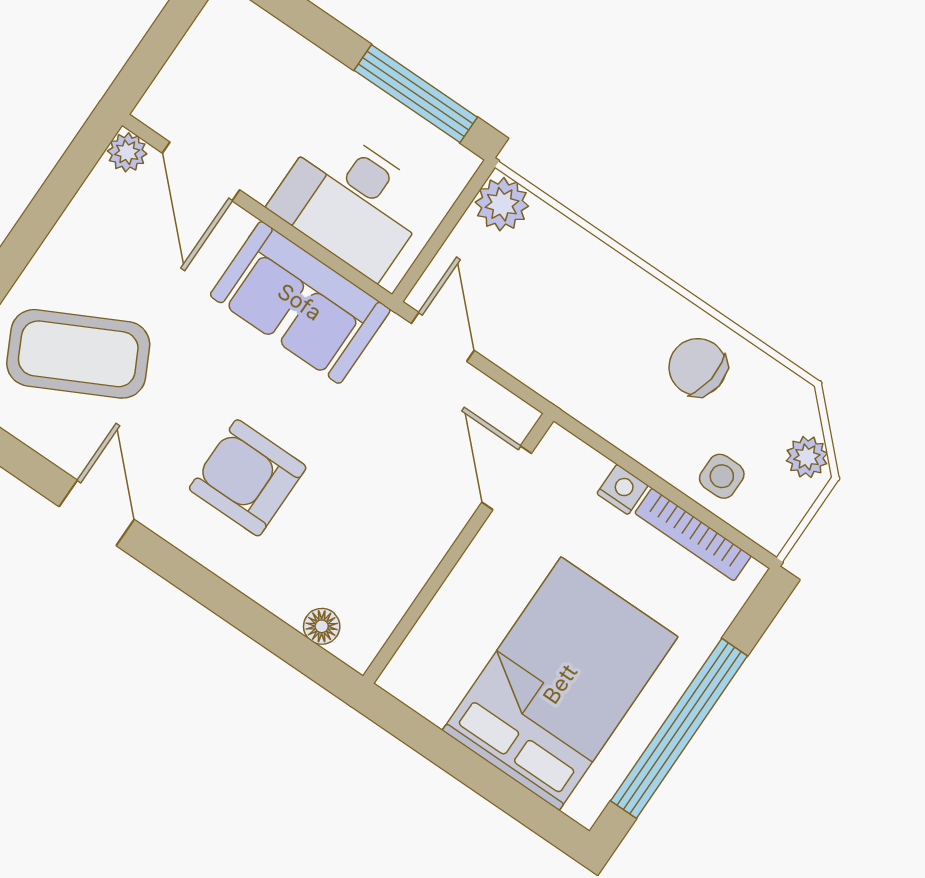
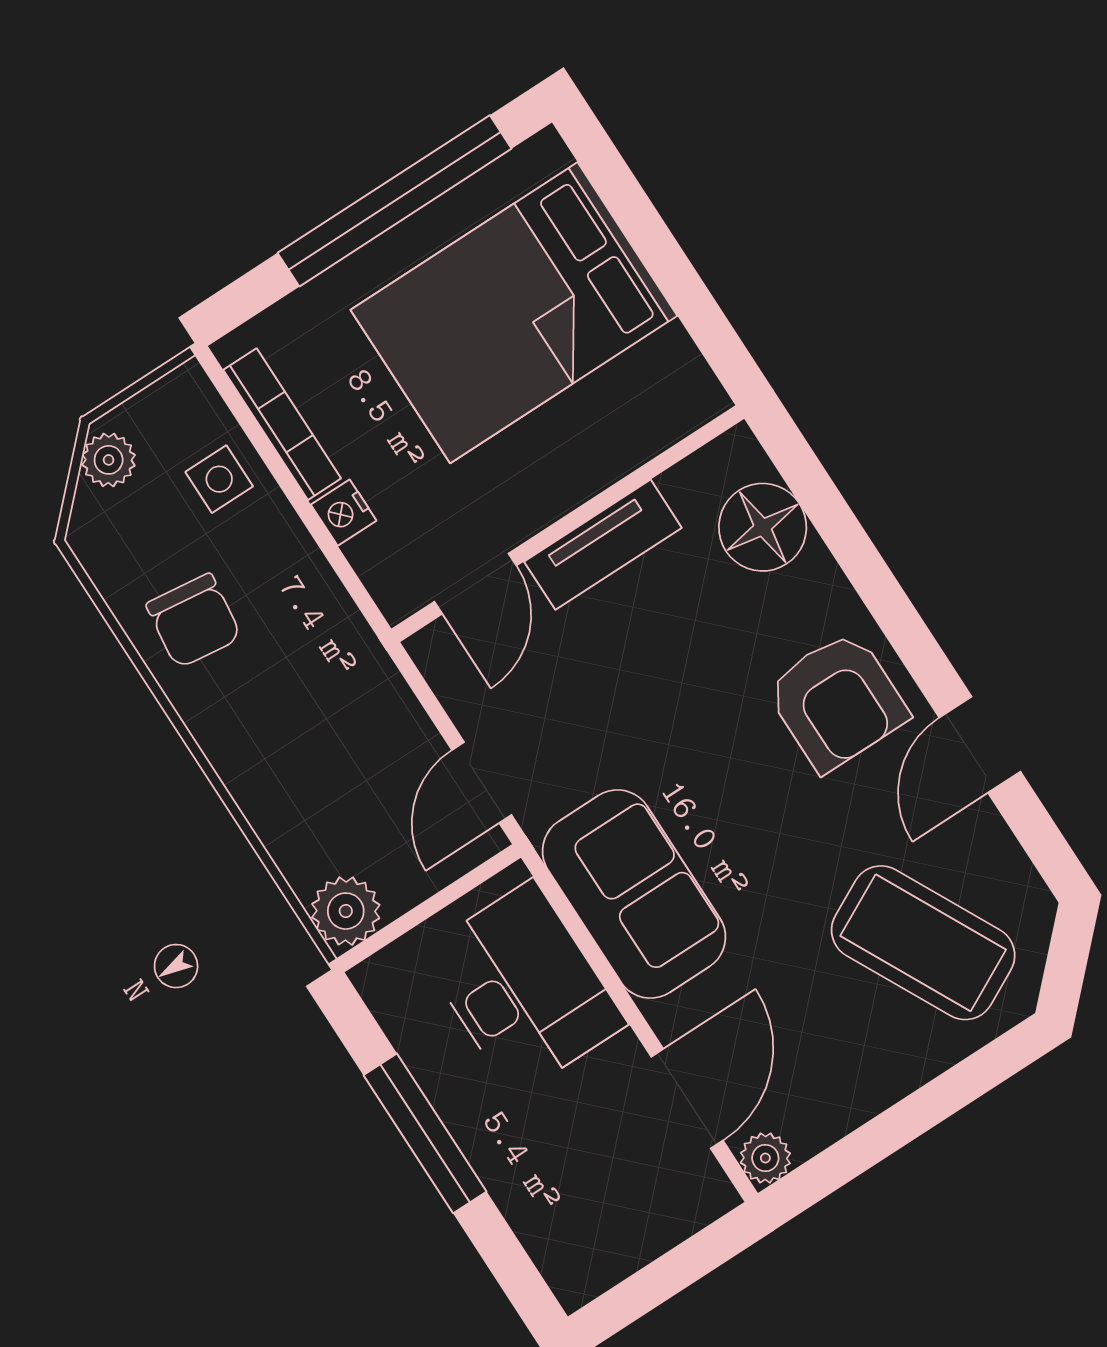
window: (416, 94) -> (425, 1133), moved
armchair: (248, 478) -> (837, 701), moved
tv unit: (427, 544) -> (603, 545), added
floor lamp: (322, 626) -> (763, 527), width x1.89, depth x1.89

